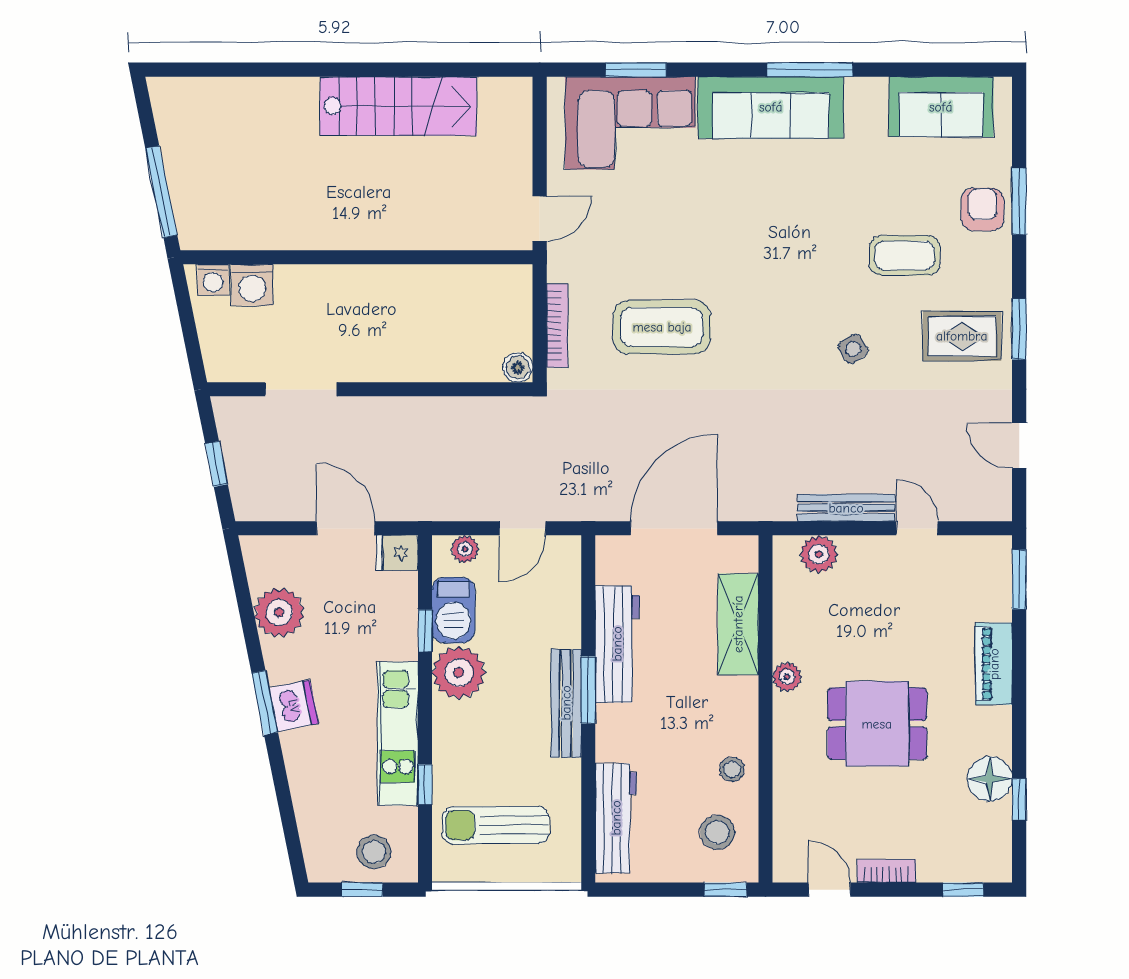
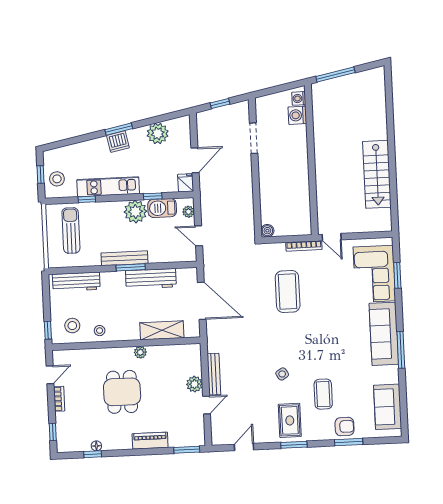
bookcase: (557, 326) -> (304, 246), moved
plant: (819, 554) -> (194, 384), moved
floor lamp: (990, 779) -> (96, 446), width x0.53, depth x0.53

